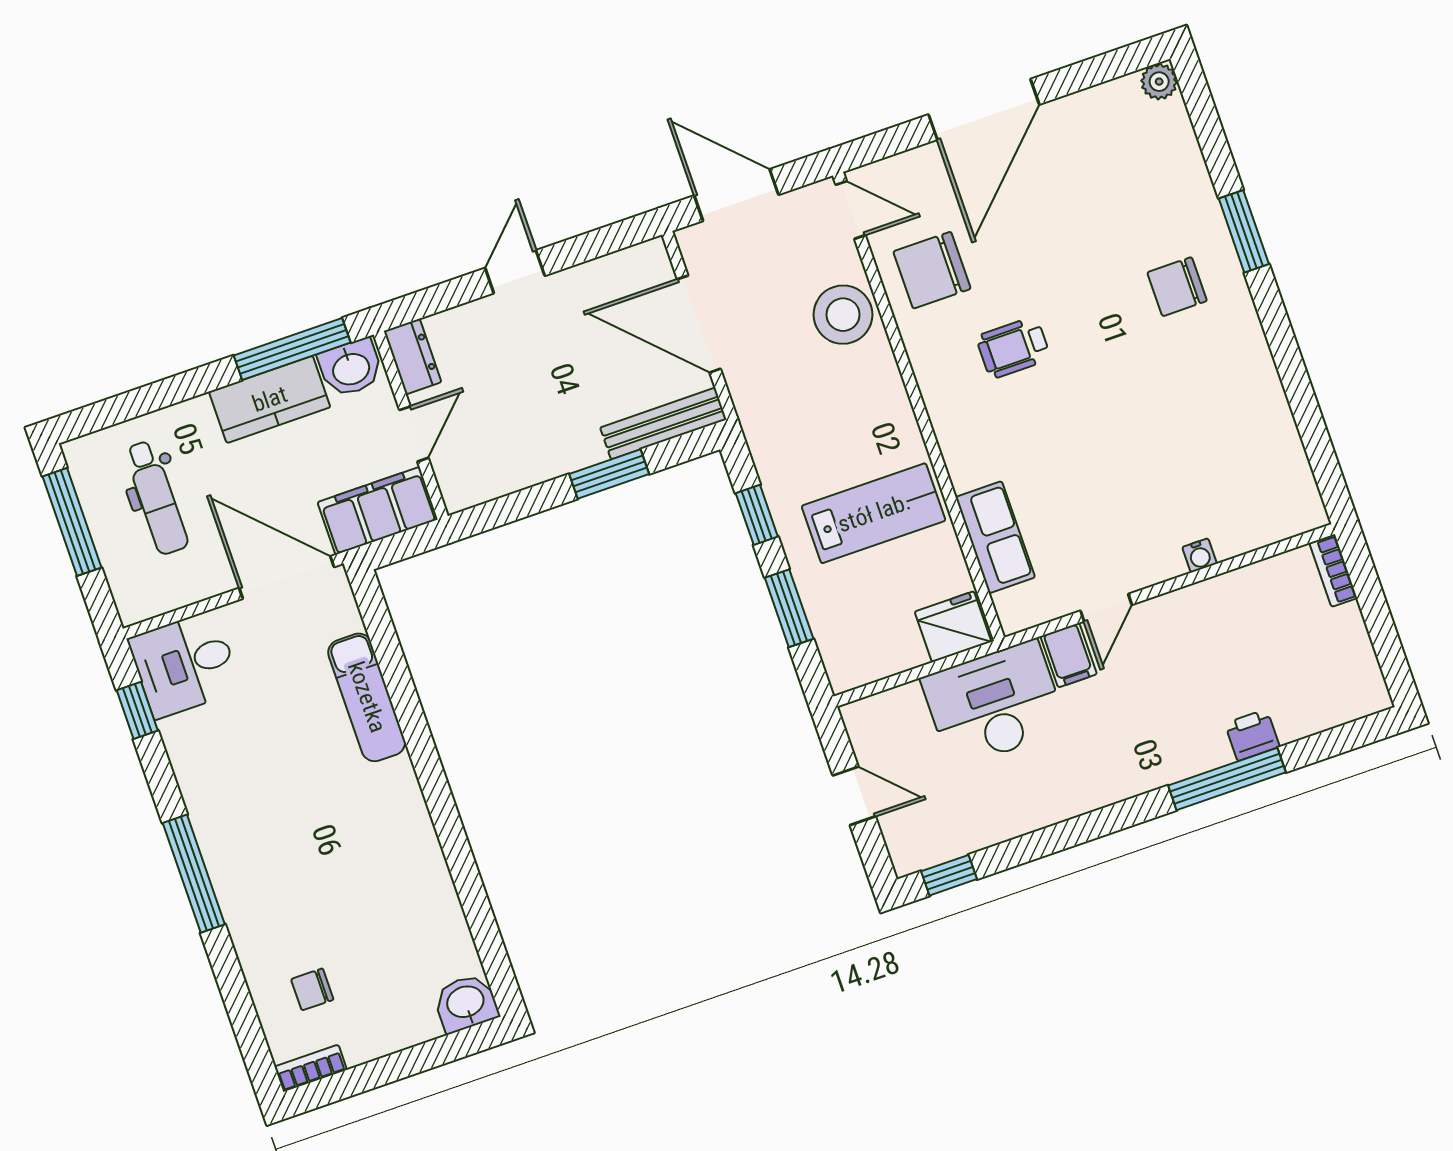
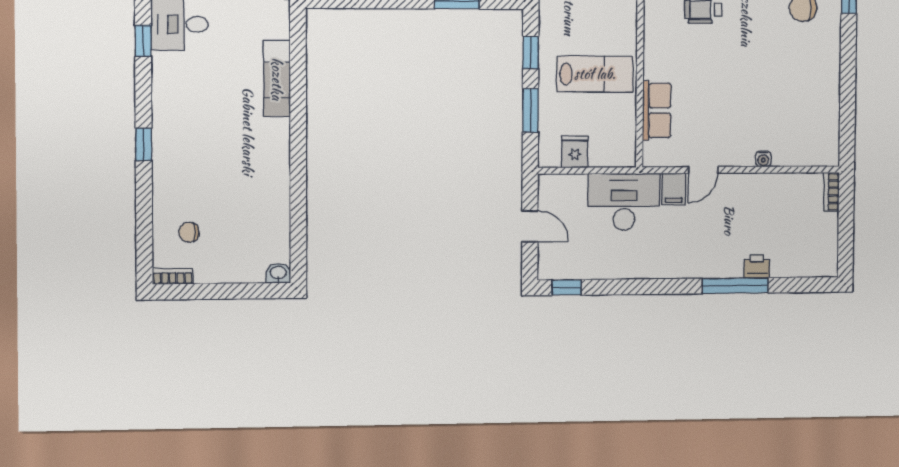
fridge: (953, 627) -> (575, 152), moved, width x0.72
window: (194, 874) -> (144, 144), width x0.46
washbasin: (466, 1003) -> (278, 273), width x0.72, depth x0.69

